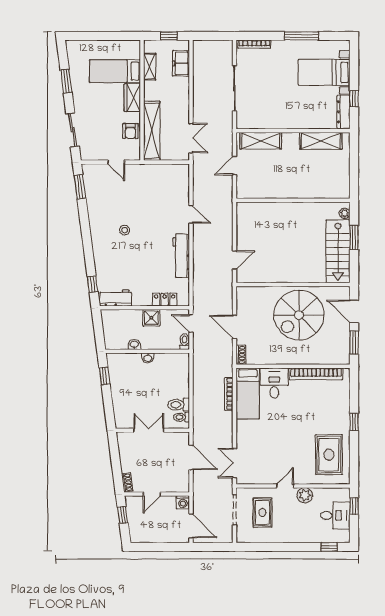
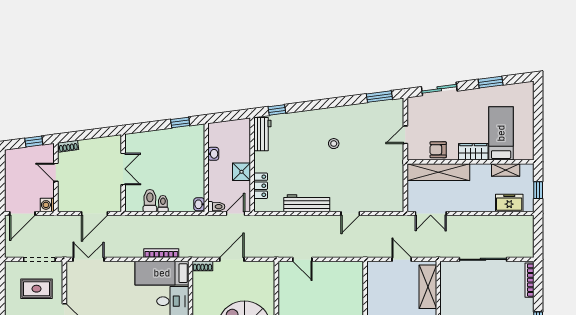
washbasin: (148, 358) -> (199, 204), moved
toilet: (182, 417) -> (163, 204), moved

